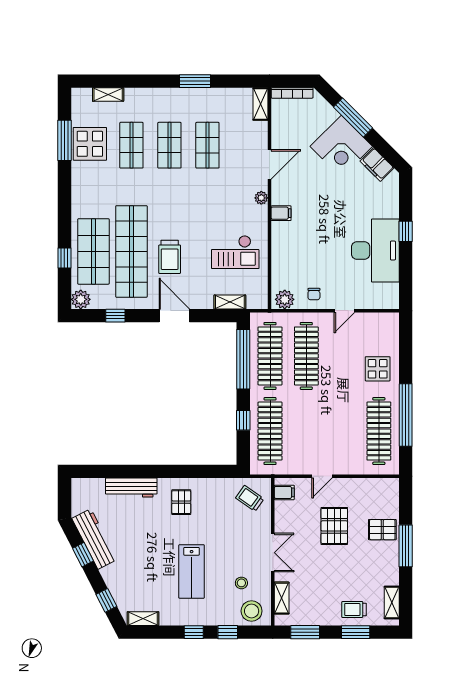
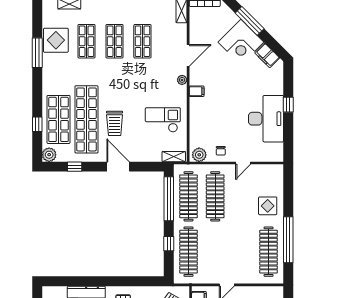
window: (64, 140) -> (37, 53), moved
checkout: (235, 252) -> (163, 120), turned 180
shelving: (230, 302) -> (174, 157), moved

